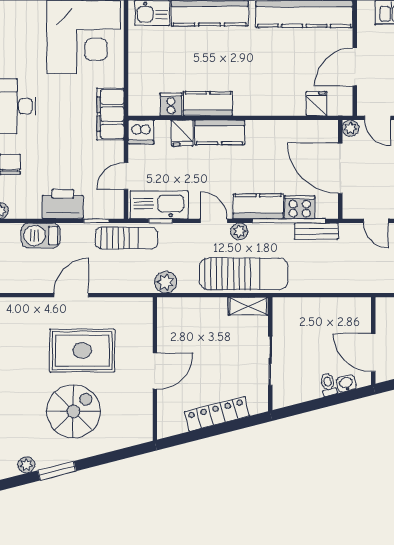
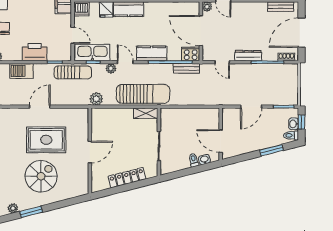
door: (126, 176) -> (73, 35), swing flipped
cooker: (300, 207) -> (191, 54), moved
plant: (239, 231) -> (111, 68), moved

